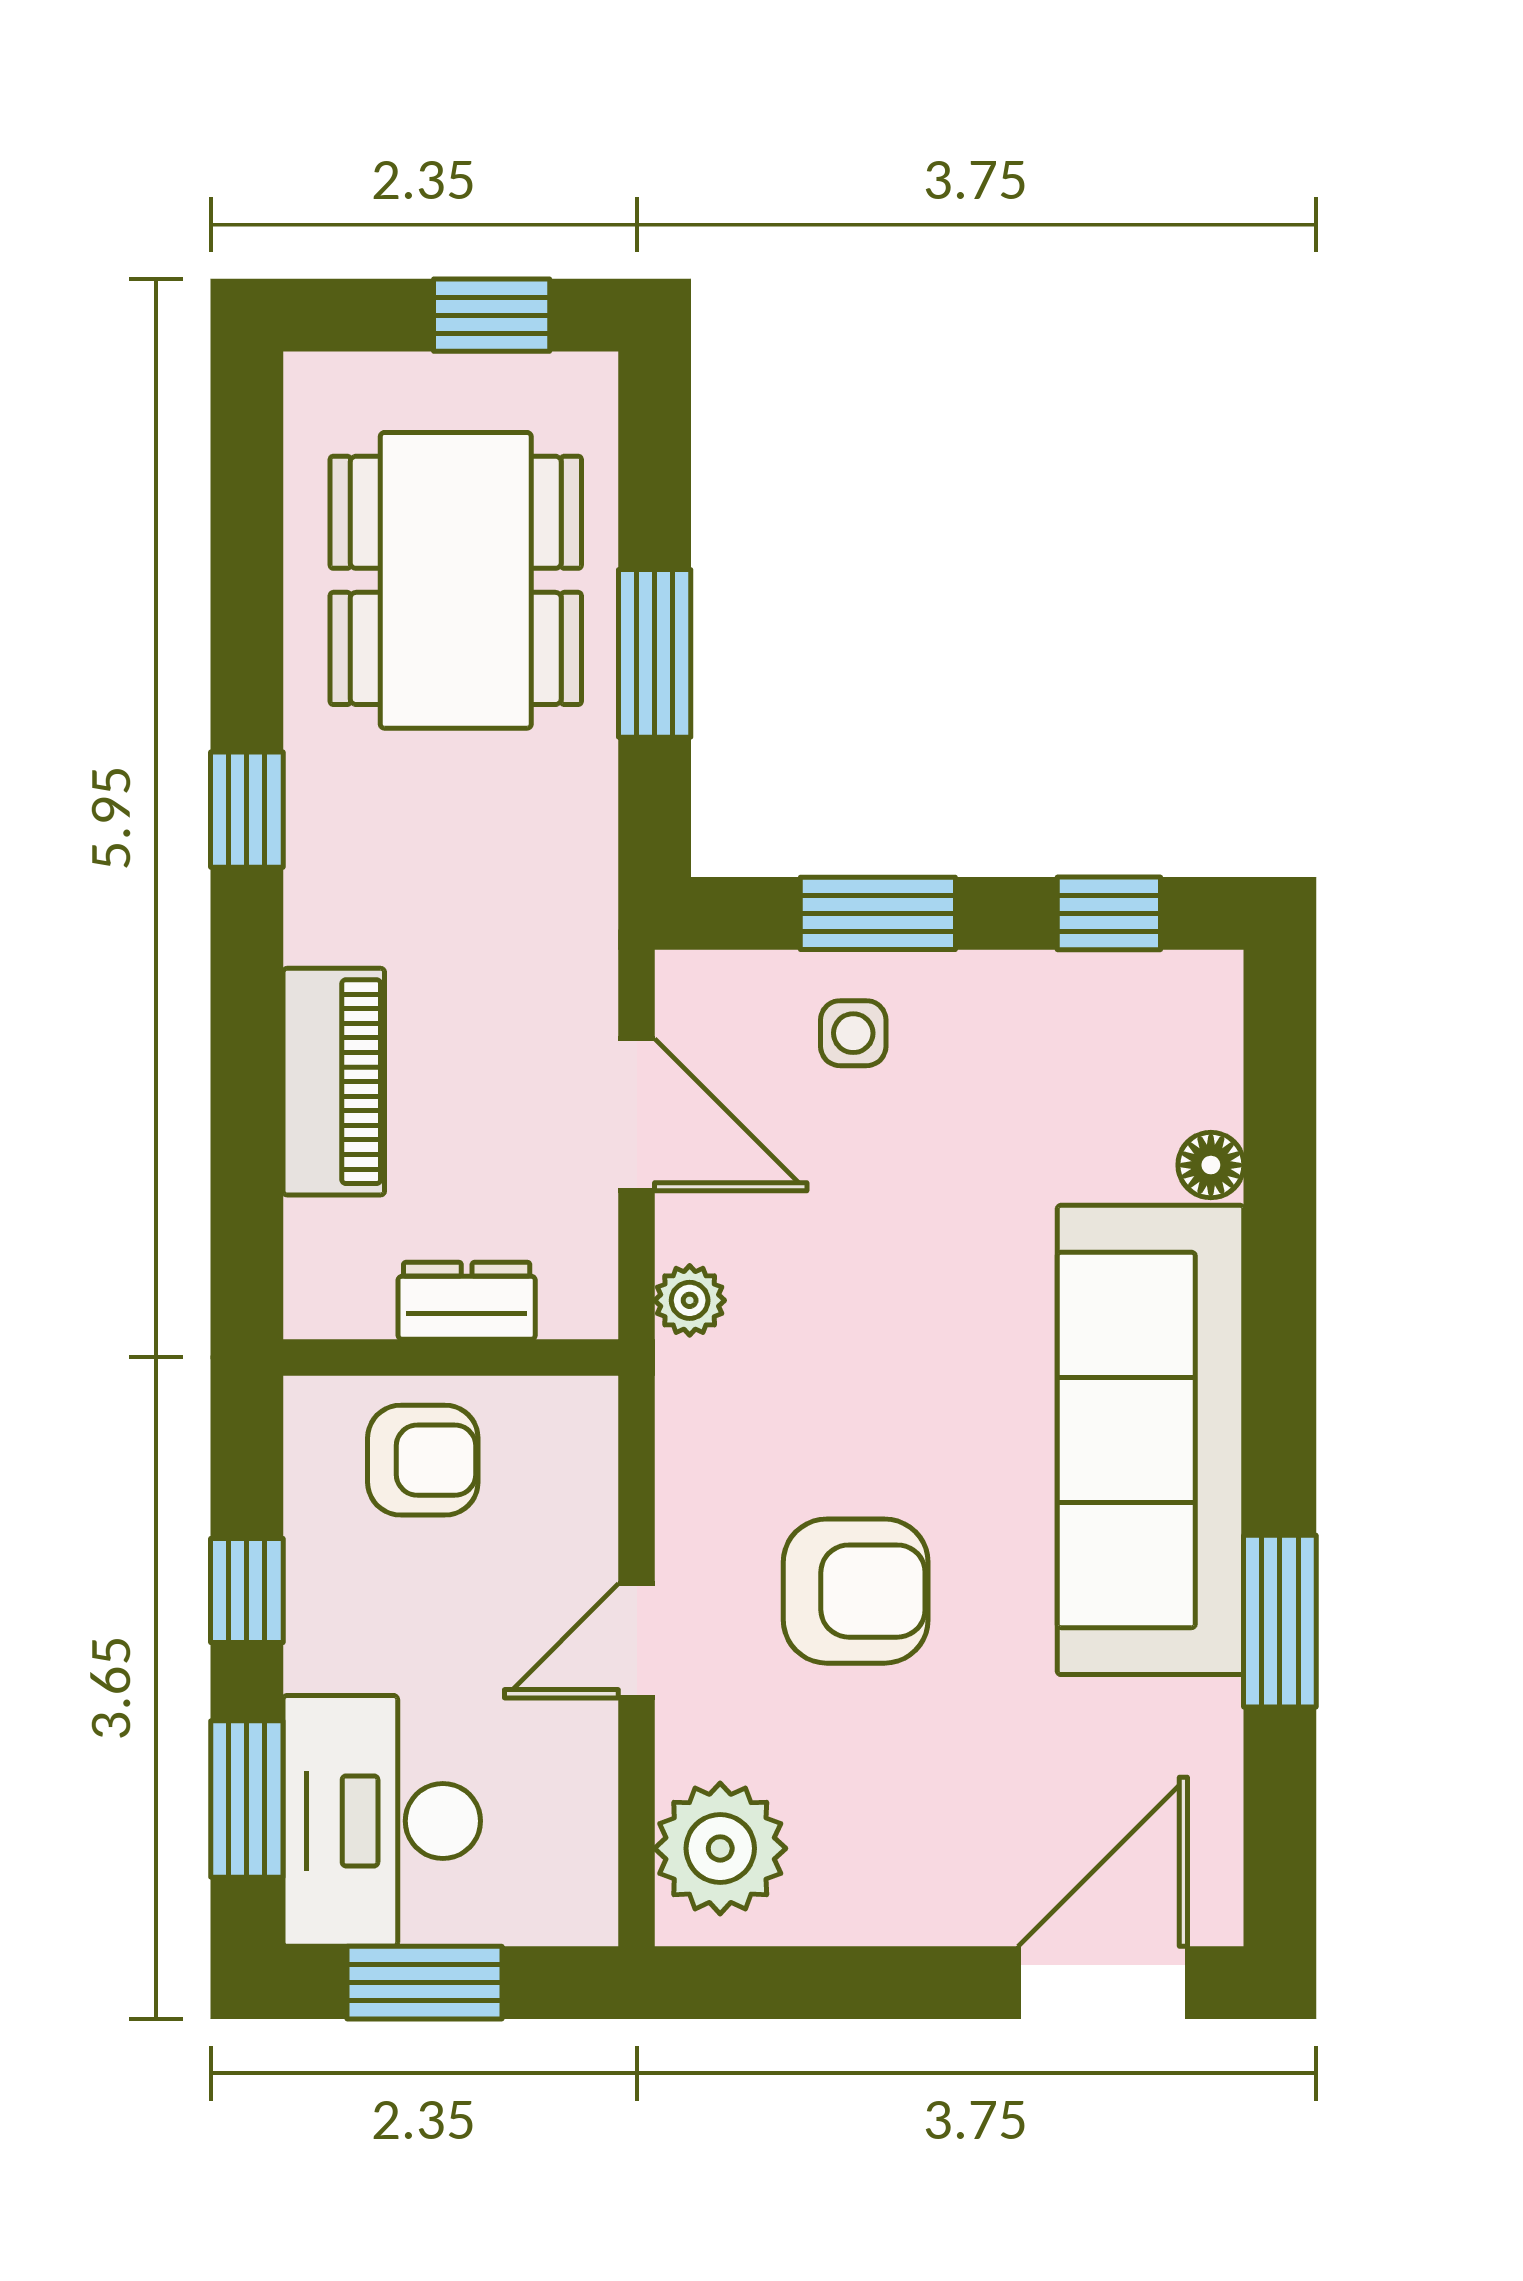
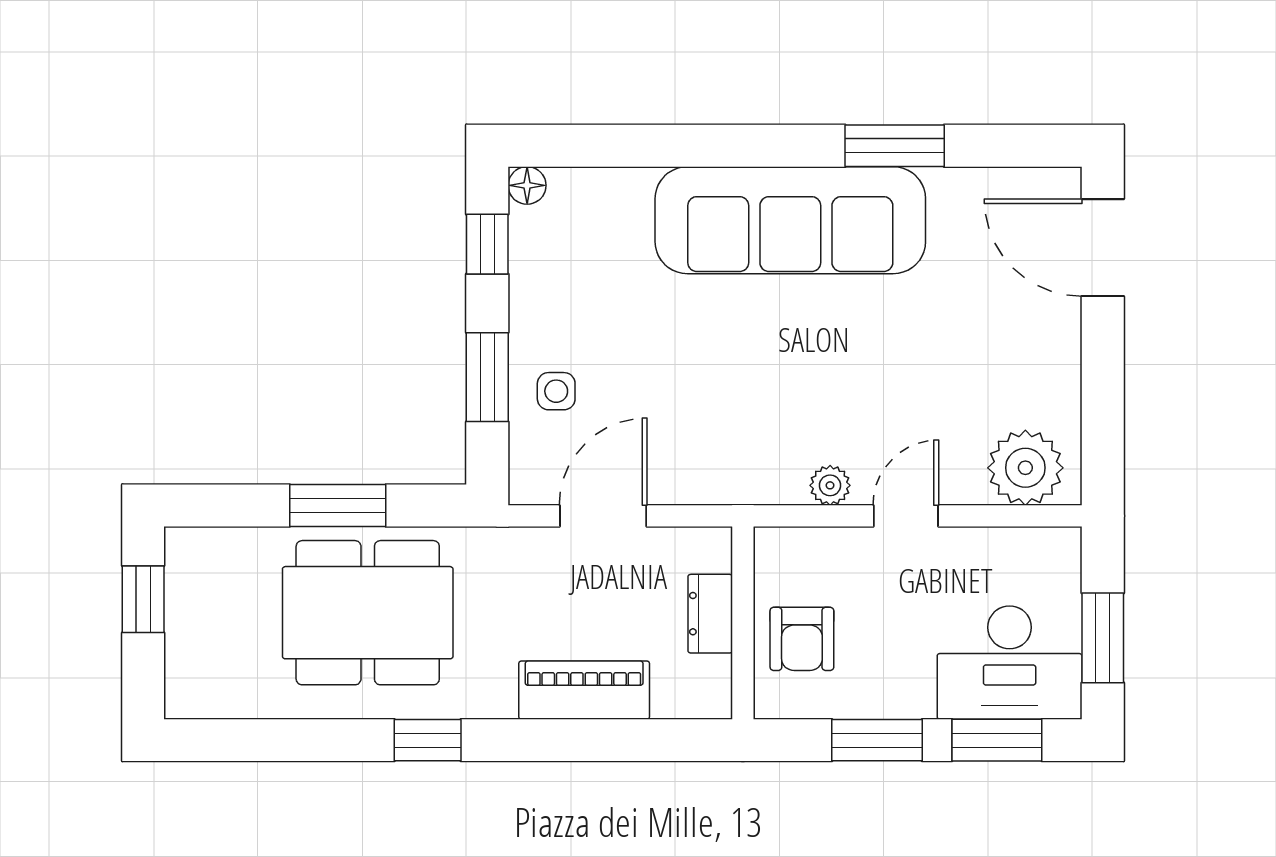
dining table: (456, 580) -> (368, 613), moved
floor lamp: (1211, 1165) -> (527, 185), moved
plant: (690, 1300) -> (830, 485), moved
armchair: (423, 1460) -> (802, 639), turned 180
window: (247, 1591) -> (877, 740), width x1.50
armchair: (856, 1591) -> (877, 390), removed
door: (637, 1641) -> (906, 516), swing flipped

